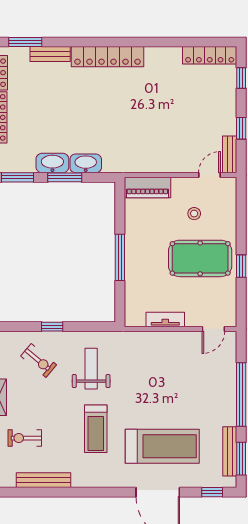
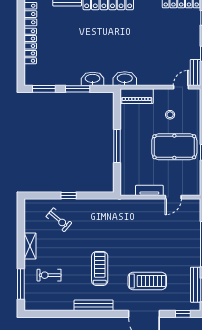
washbasin: (52, 163) -> (125, 79), moved
door: (213, 329) -> (173, 197), moved
weight bench: (91, 369) -> (96, 226), removed
treadmill: (96, 429) -> (100, 269), turned 180
treadmill: (162, 446) -> (147, 281), width x0.73, depth x0.73
bench: (44, 480) -> (94, 305), moved

